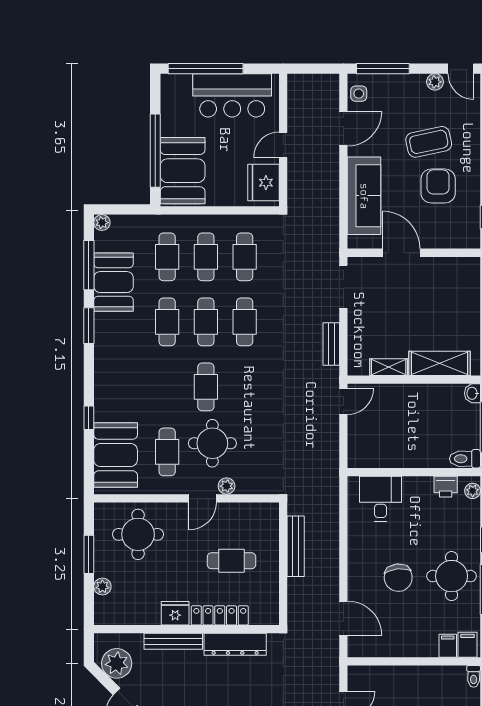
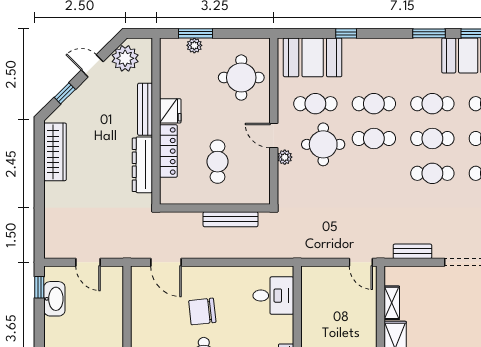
cafe table: (167, 387) -> (374, 104), added
window: (89, 554) -> (195, 33), moved
door: (343, 618) -> (166, 262), hinge flipped

